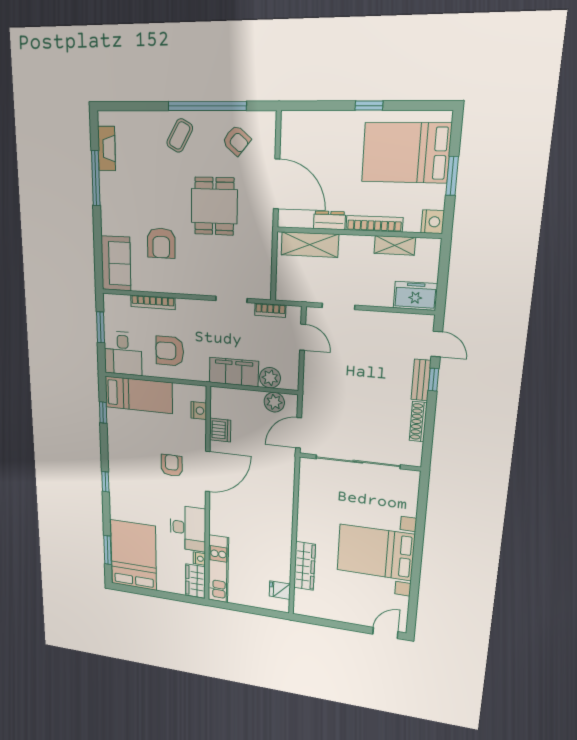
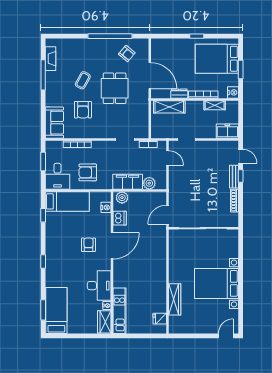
coffee table: (180, 136) -> (83, 80), moved
plant: (274, 402) -> (122, 198), moved
bed: (134, 555) -> (56, 310), width x0.67

